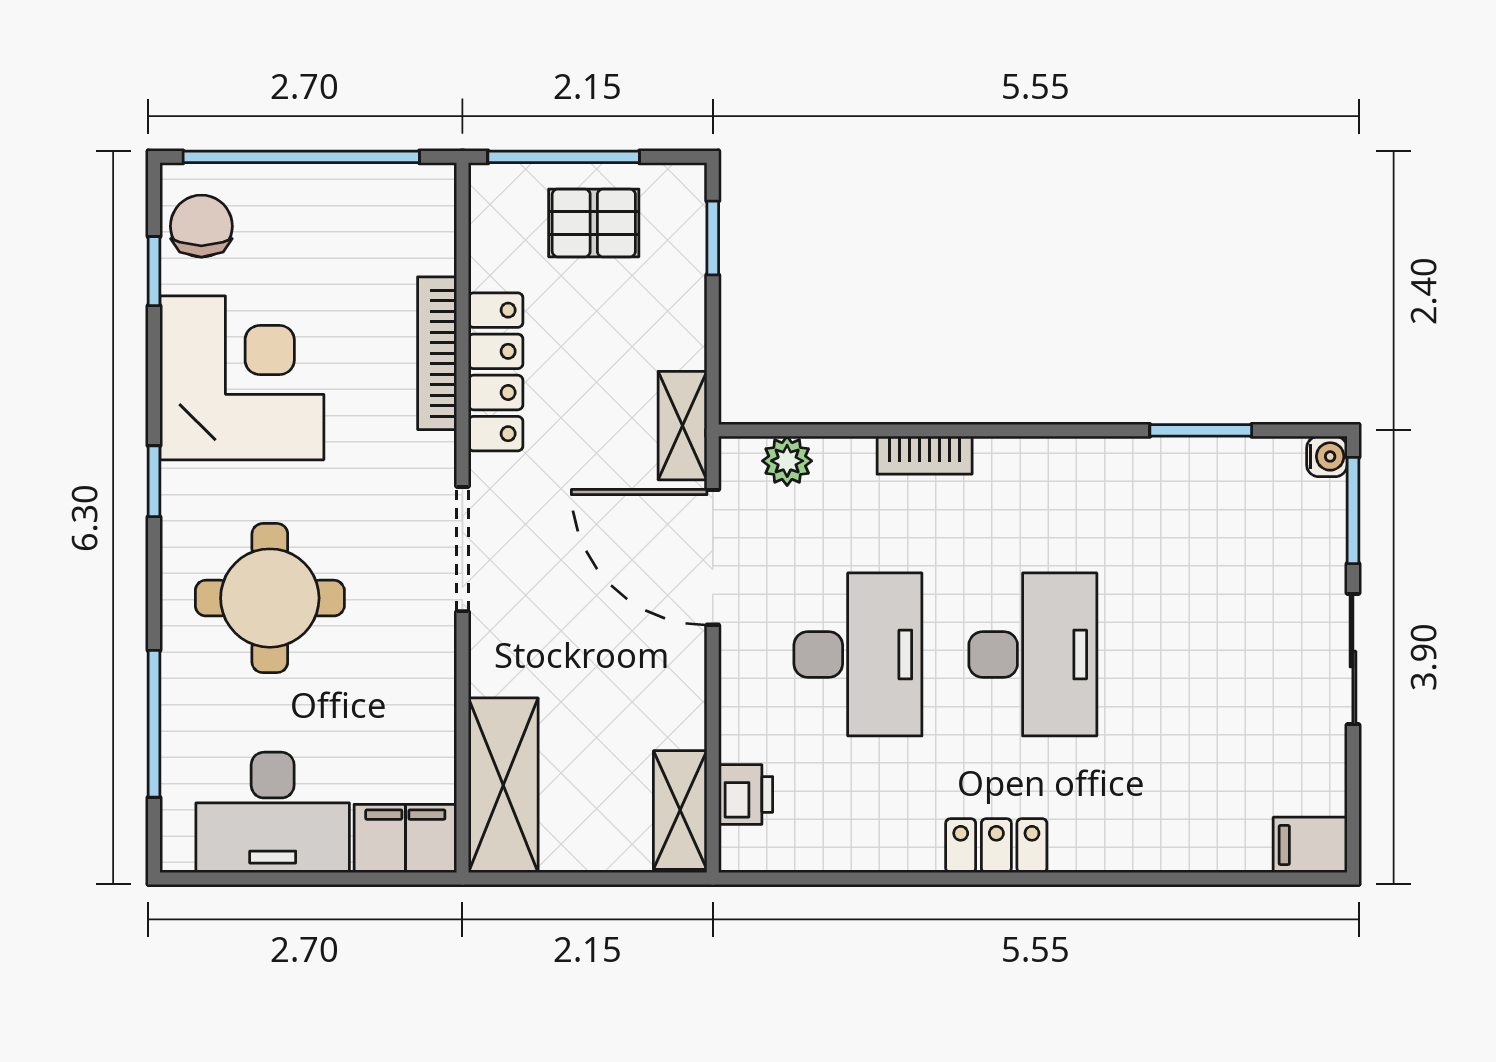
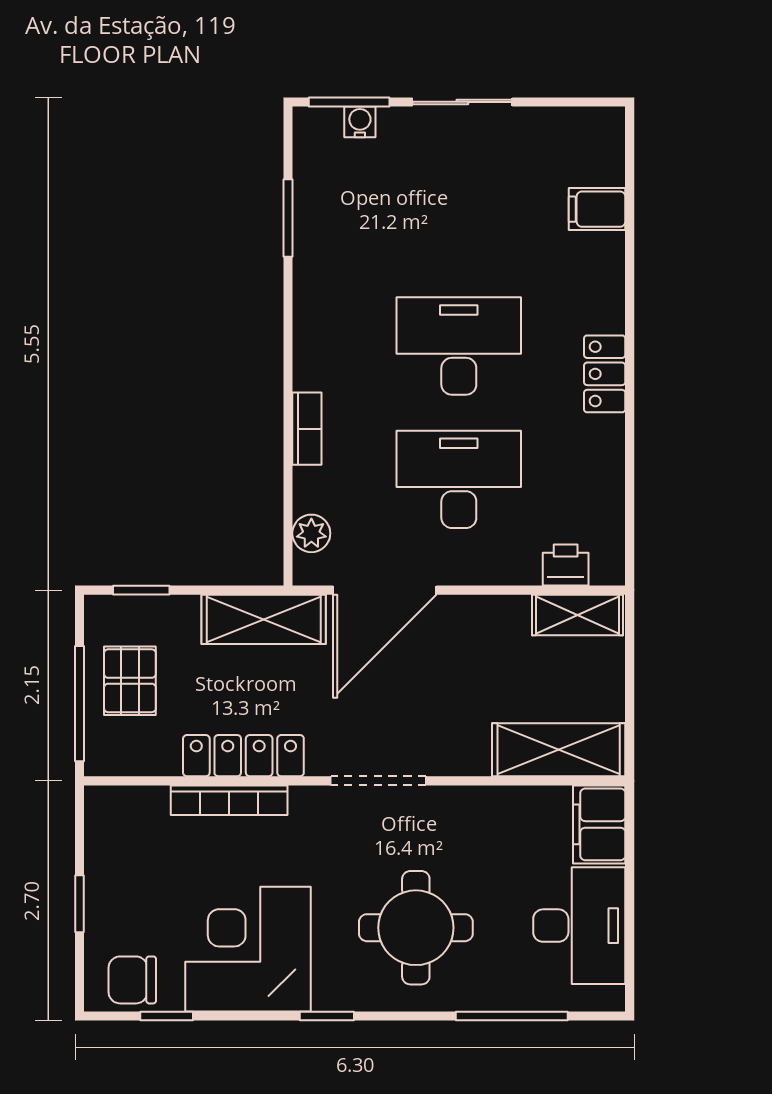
window: (301, 157) -> (79, 904), width x0.32
shelving: (682, 426) -> (264, 619), width x1.50, depth x1.33
water cooler: (1327, 456) -> (360, 122), moved
filing cabinet: (1310, 845) -> (597, 209), moved, turned 90

